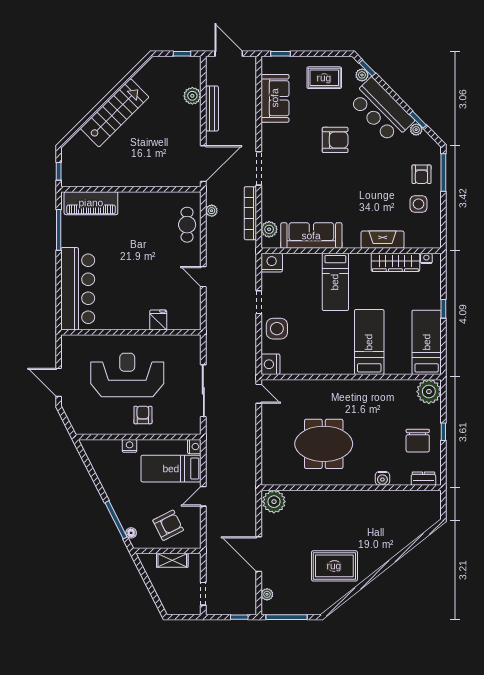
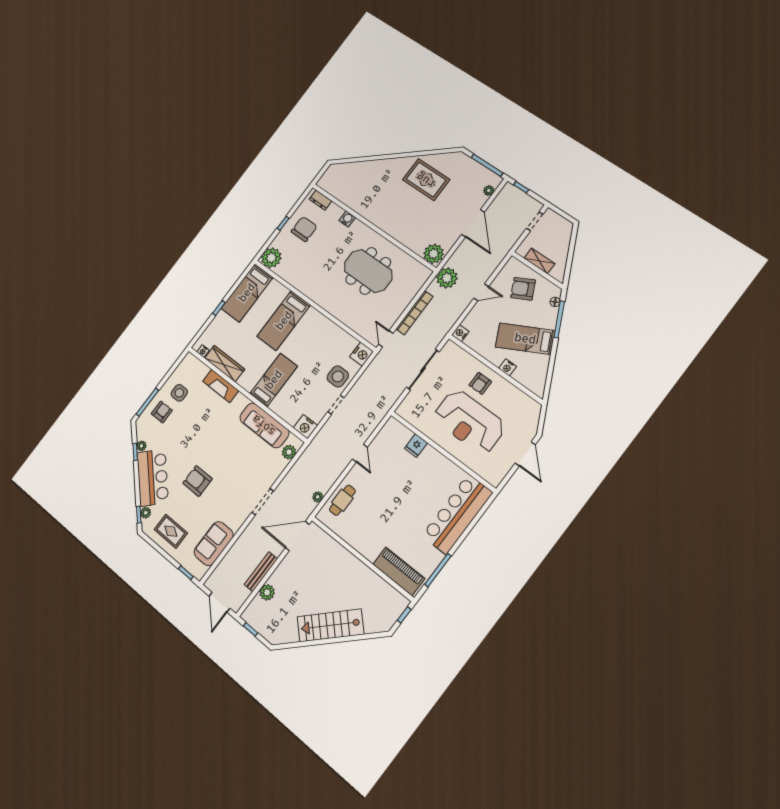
bookcase: (250, 213) -> (414, 313), moved
bed: (171, 469) -> (525, 339), moved, turned 153
plant: (244, 488) -> (447, 278), added

